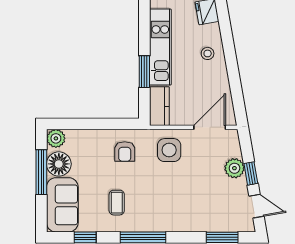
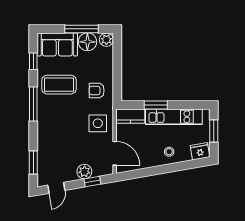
window: (251, 173) -> (92, 182), moved
coffee table: (117, 203) -> (59, 85), width x1.86, depth x1.72

